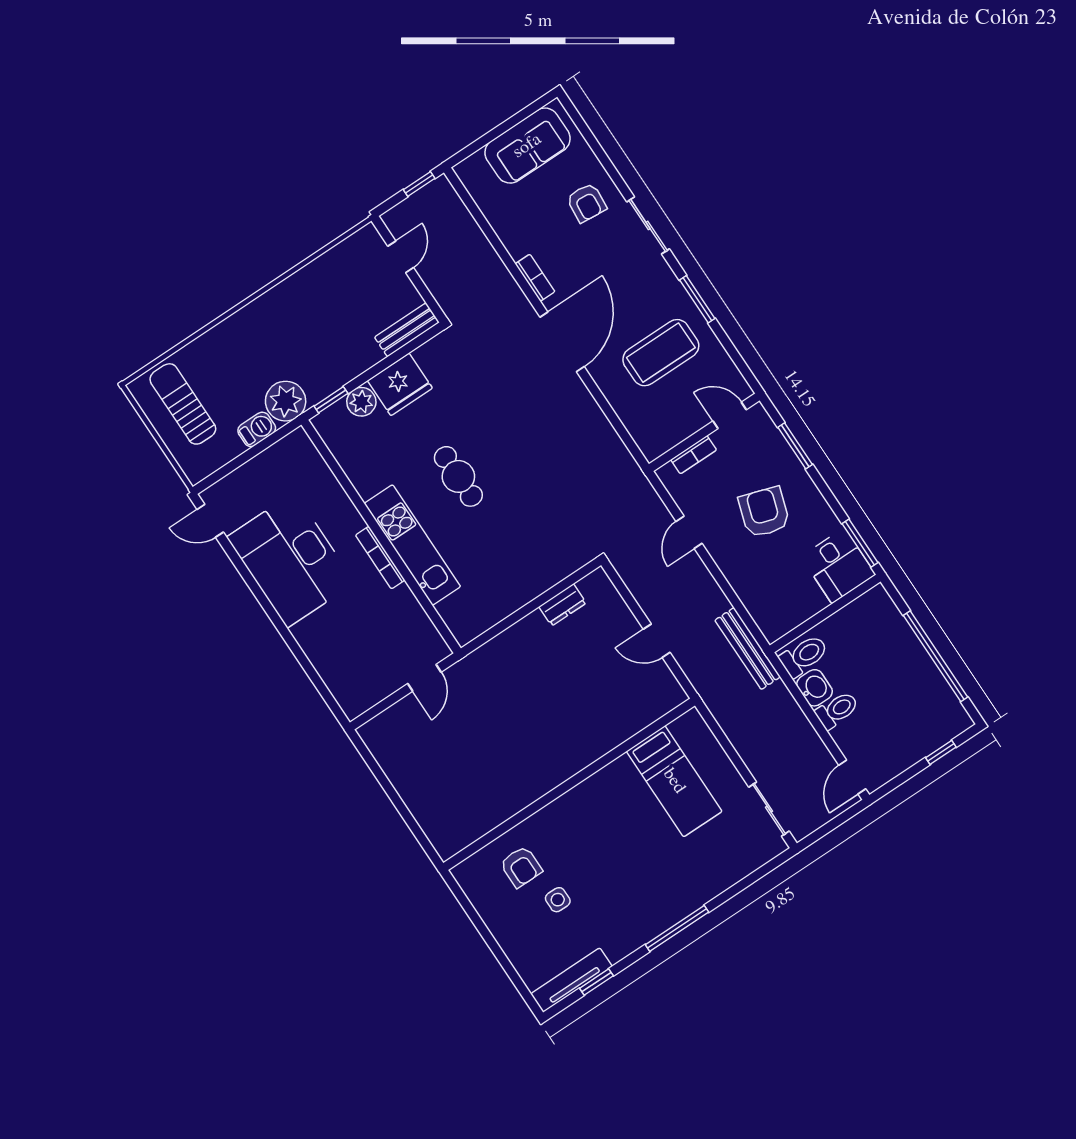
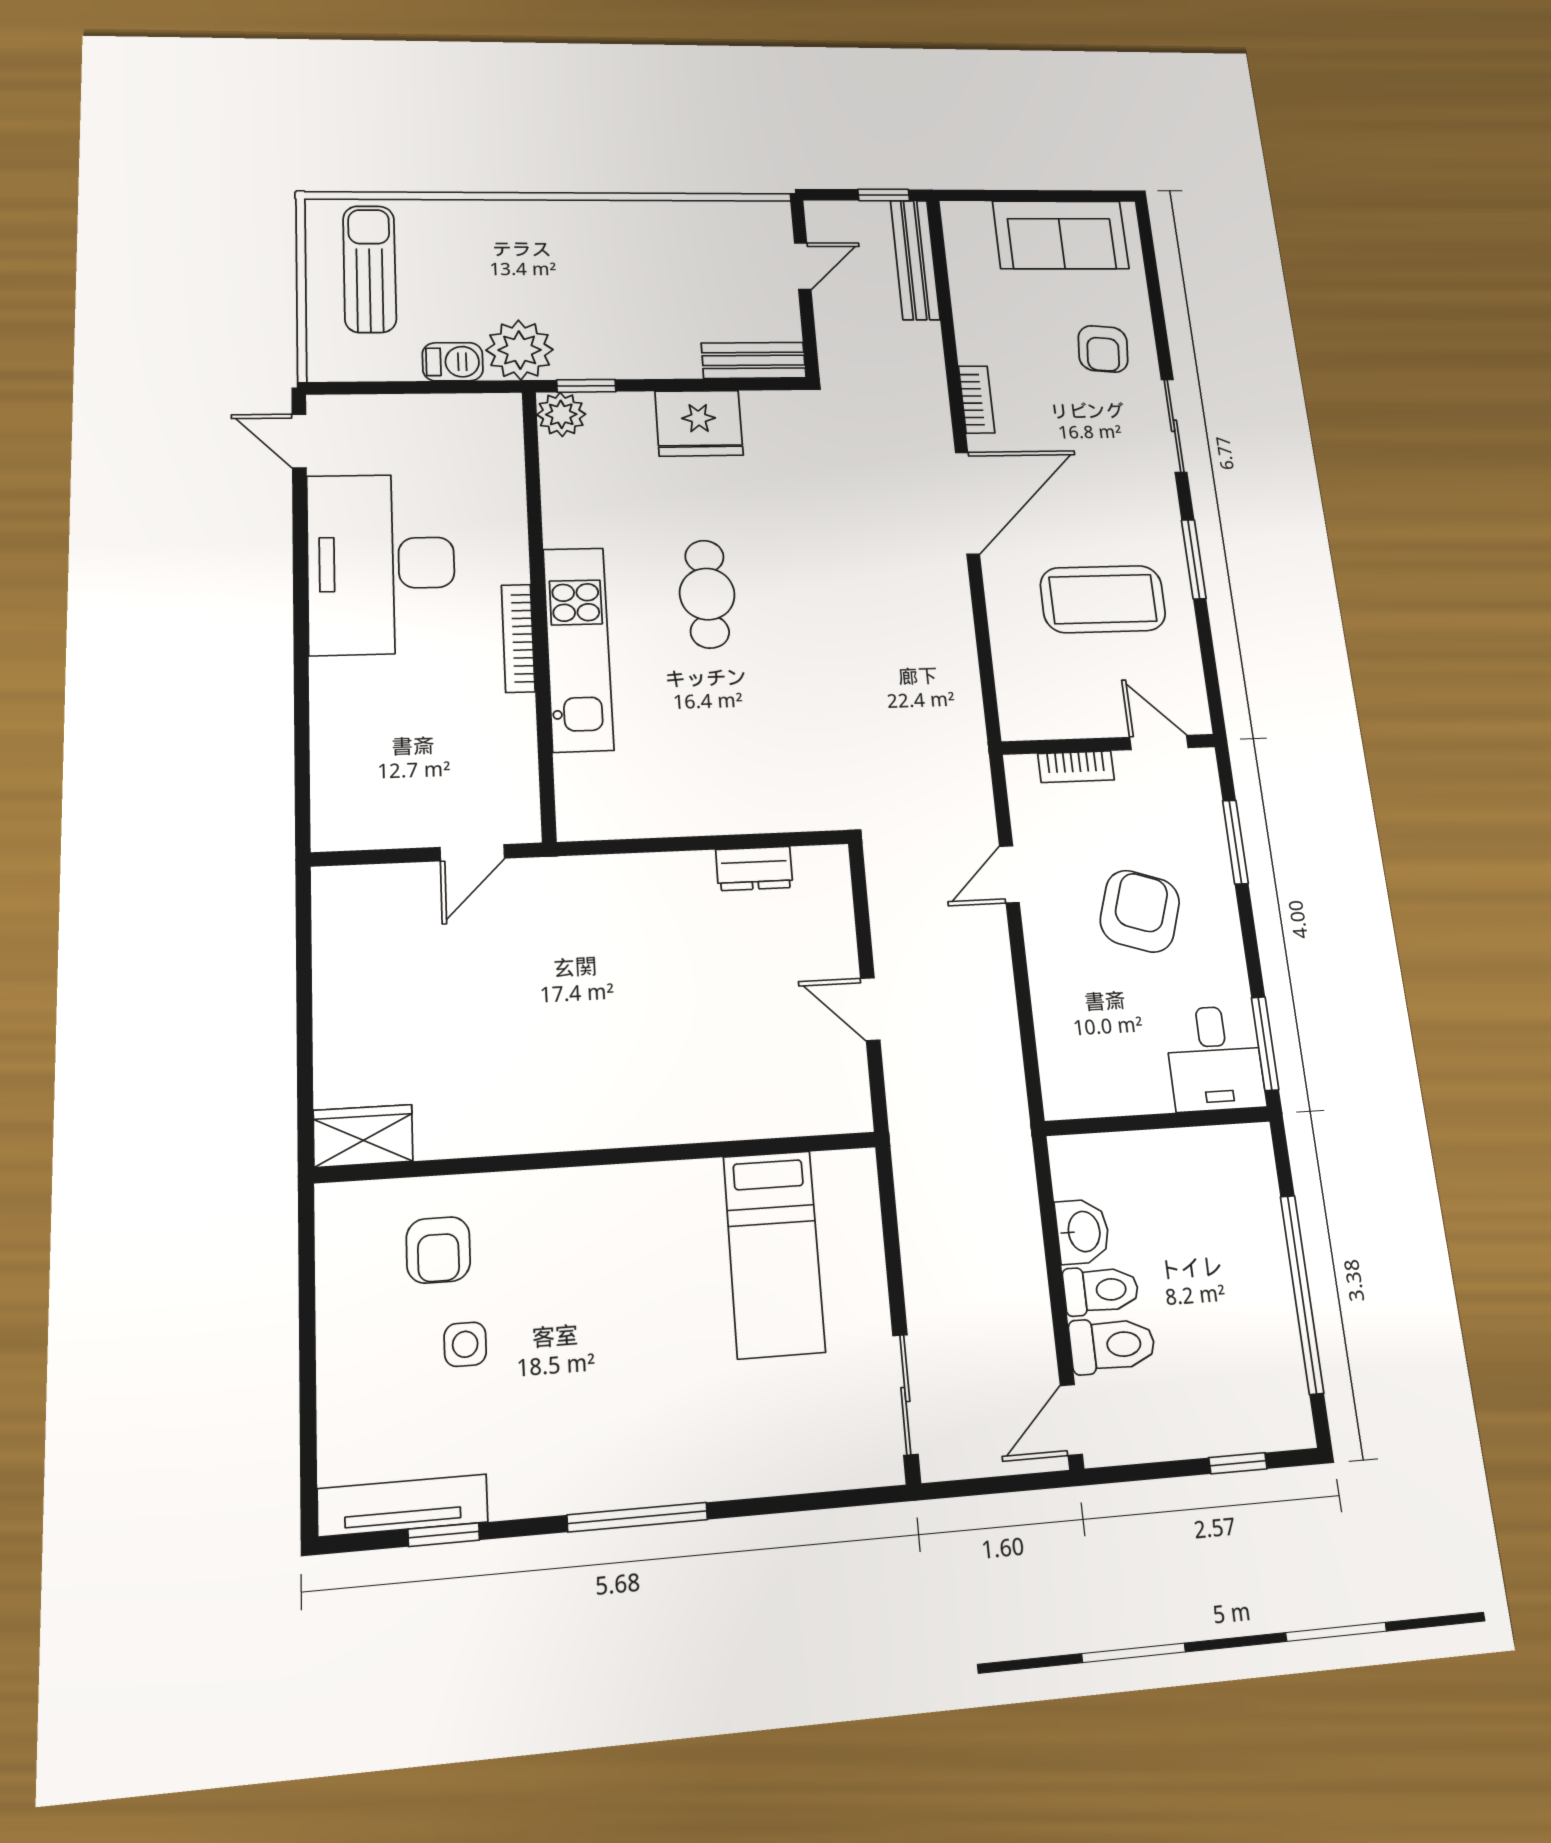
plant: (361, 402) -> (561, 414), moved
bench: (748, 649) -> (915, 260), moved
toilet: (804, 656) -> (1112, 1345), moved
wardrobe: (456, 837) -> (363, 1136), added

